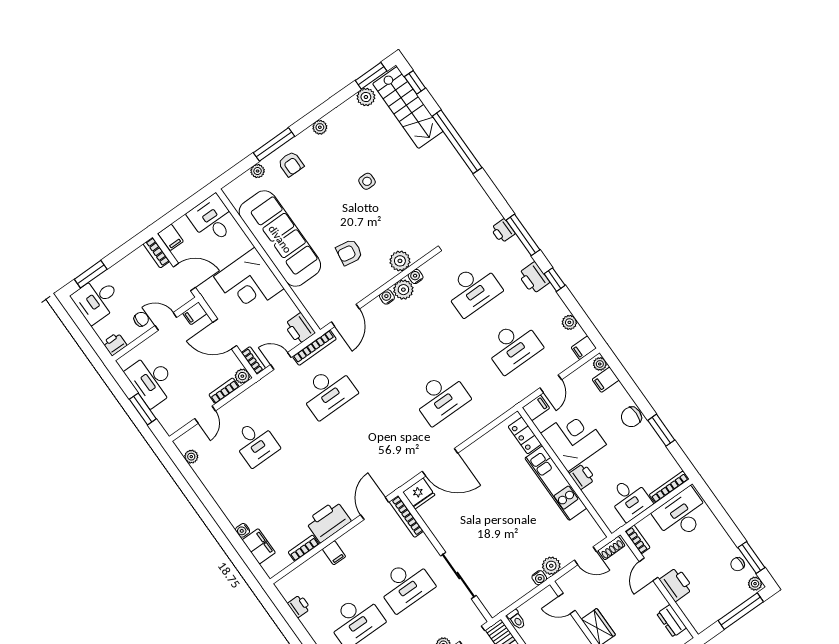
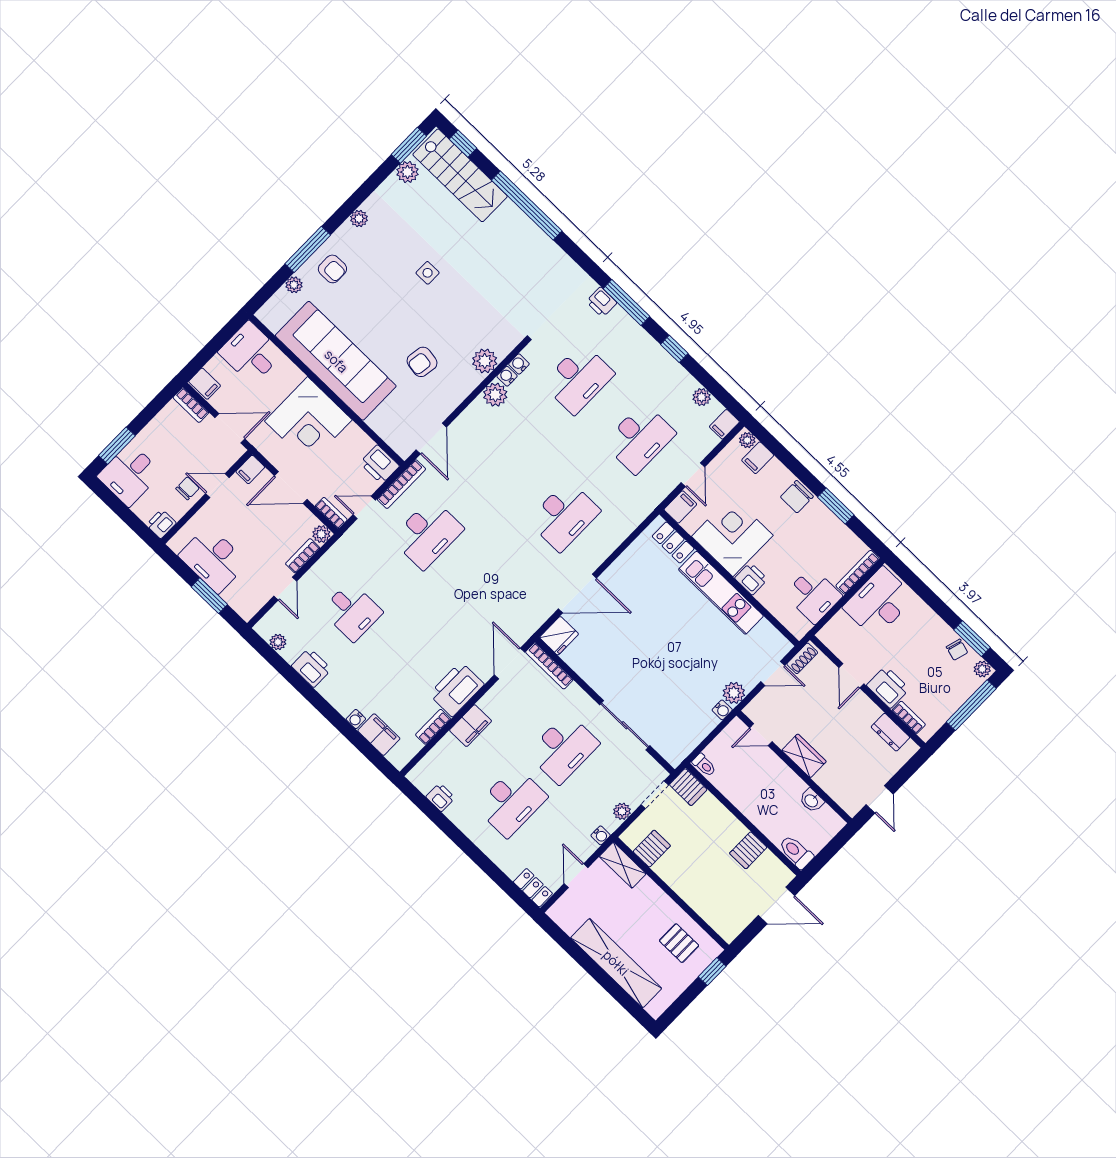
printer: (534, 278) -> (311, 668), moved, turned 180
water cooler: (387, 297) -> (519, 364), moved
bookcase: (637, 540) -> (909, 717), moved
filing cabinet: (334, 553) -> (471, 726), width x2.00
chair: (738, 564) -> (957, 650), turned -74

